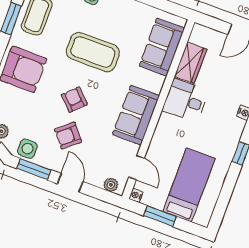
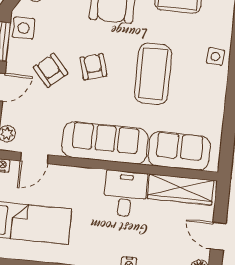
wardrobe: (191, 63) -> (181, 189), width x1.50
armchair: (74, 100) -> (93, 67), turned -61
sofa: (136, 115) -> (105, 143), width x1.36

